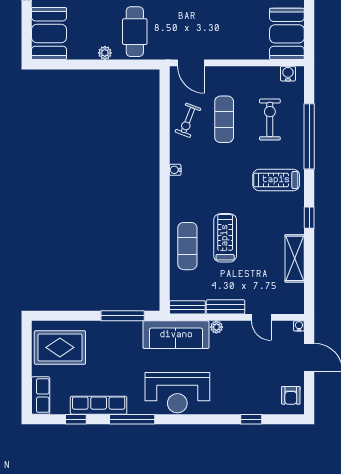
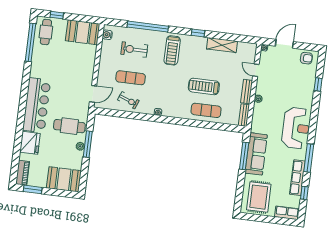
window: (110, 64) -> (88, 144), added
door: (261, 317) -> (256, 70), swing flipped
sofa: (176, 335) -> (256, 154), moved

